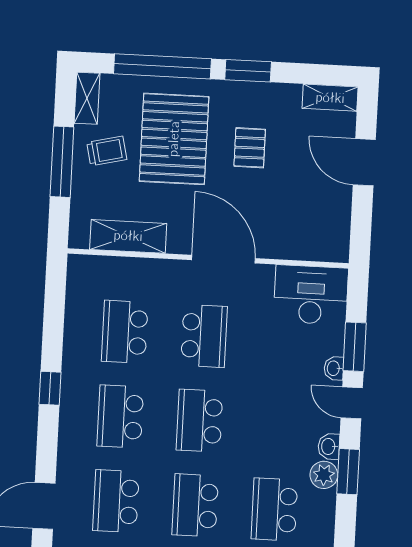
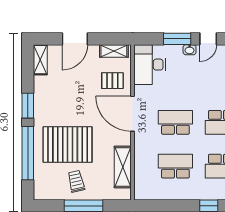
shelving: (87, 98) -> (114, 51), moved
pallet: (250, 148) -> (112, 81), moved
door: (224, 259) -> (132, 114), hinge flipped
school desk: (125, 332) -> (175, 166), turned 180

